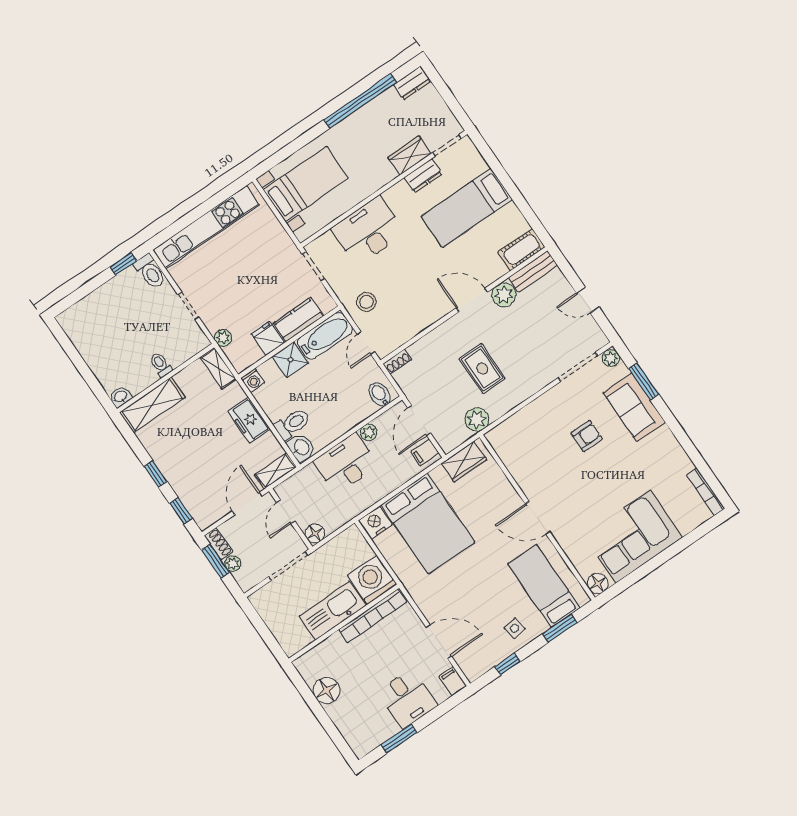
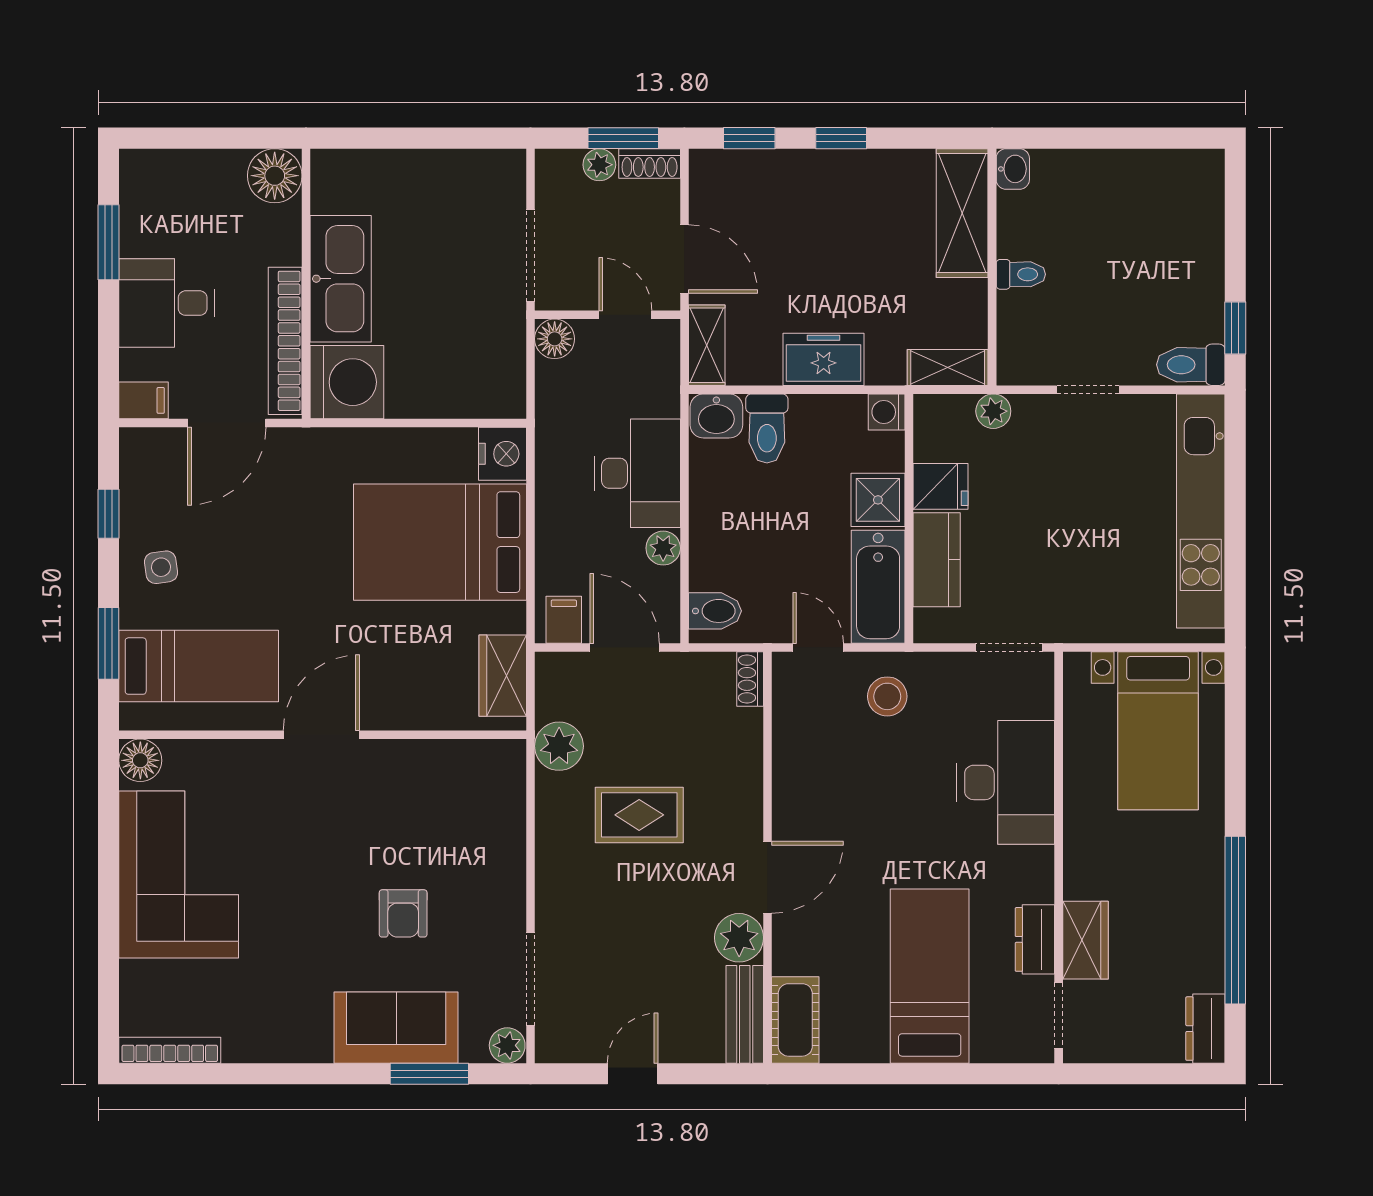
washing machine: (372, 580) -> (347, 382), moved
kitchen sink: (333, 611) -> (341, 279), moved
bookcase: (373, 616) -> (285, 341), moved
wall: (344, 623) -> (306, 284), moved

